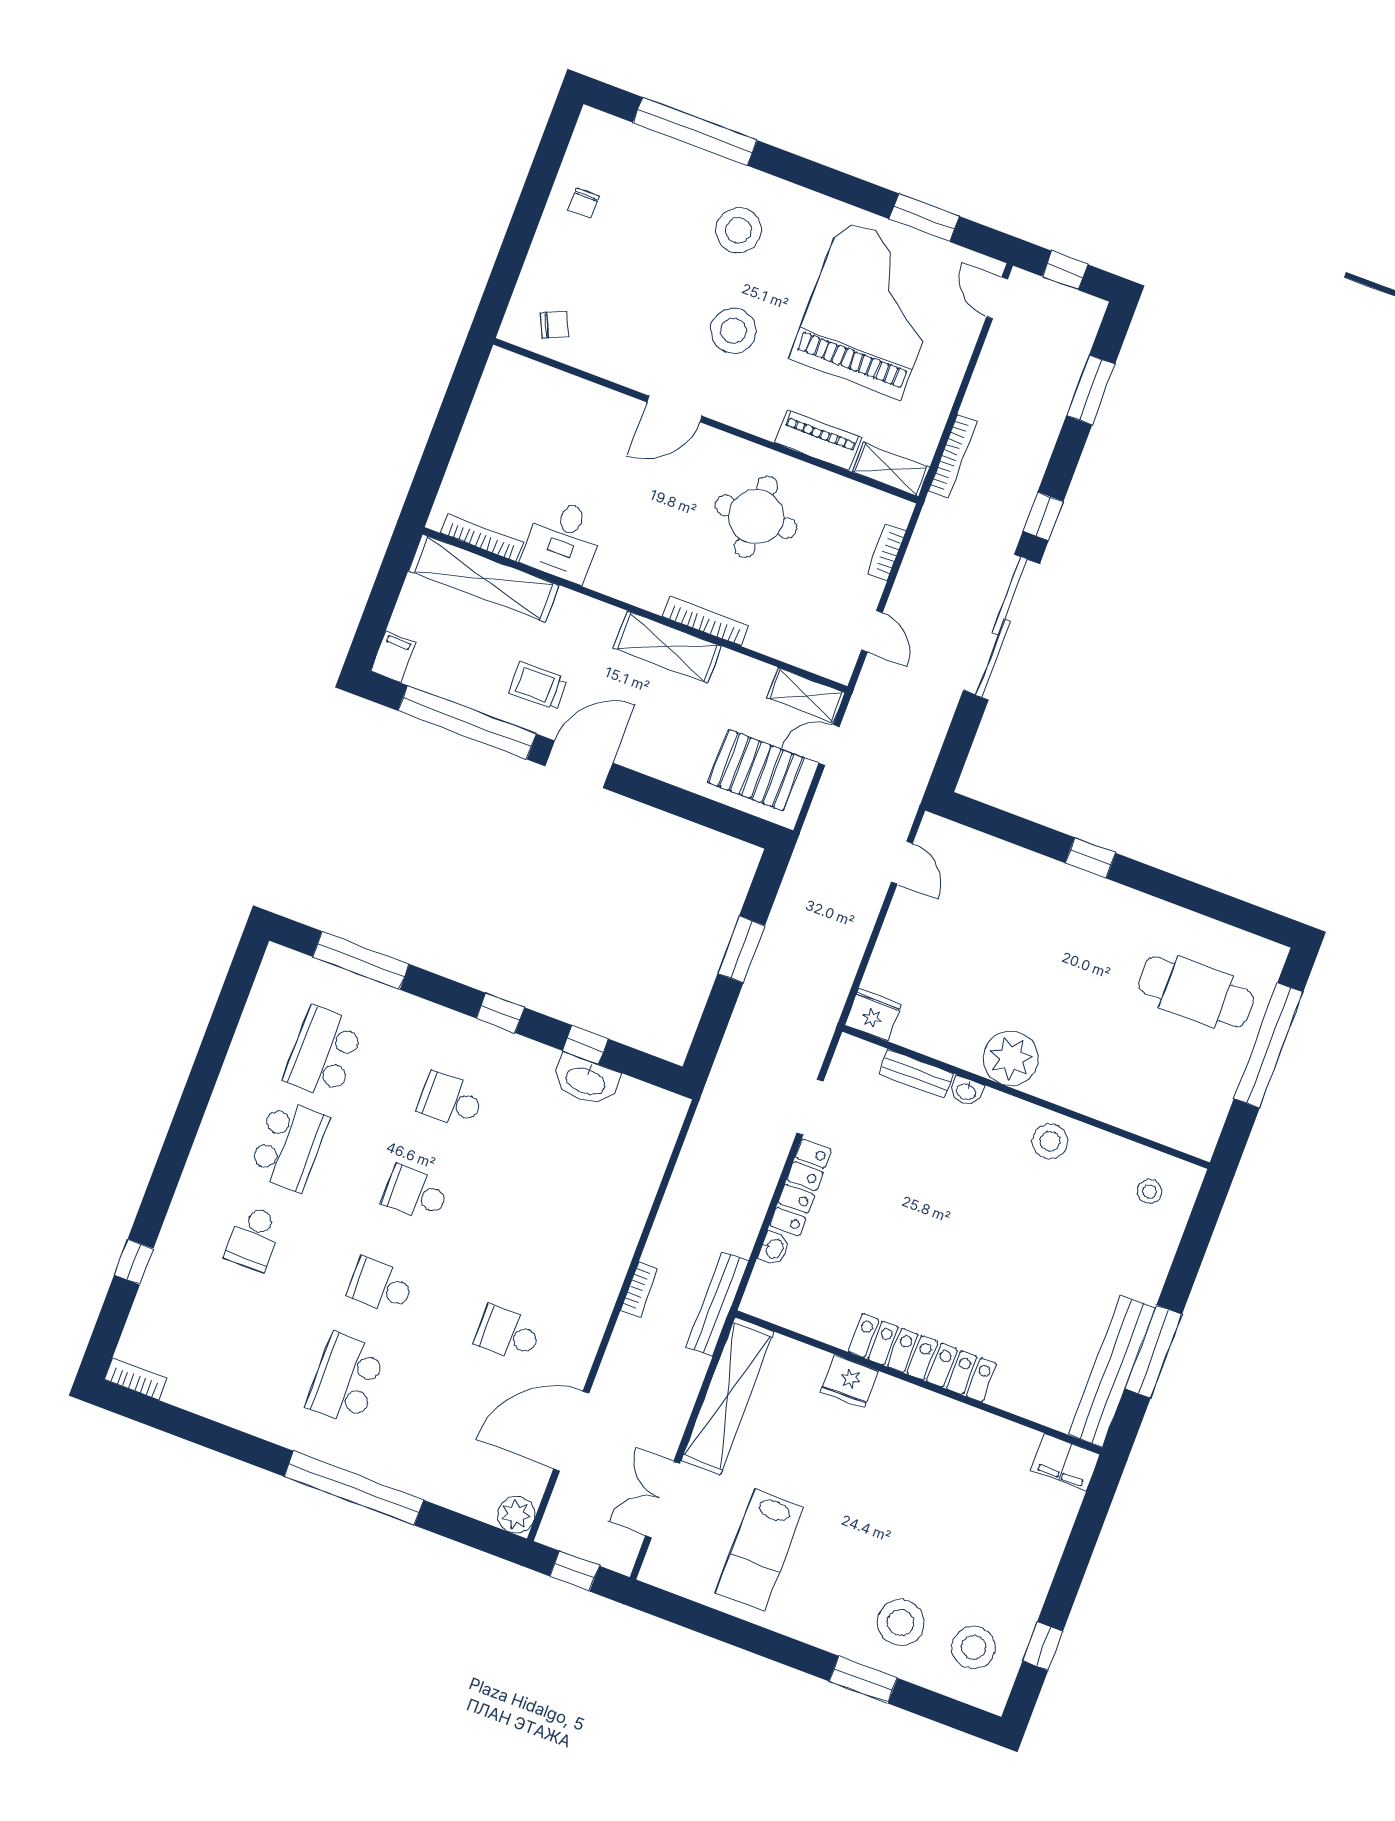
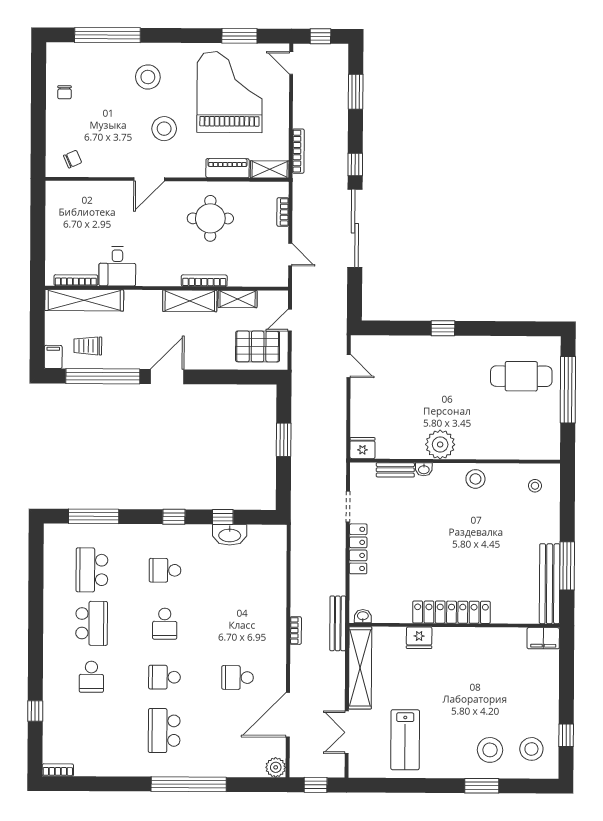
trolley: (538, 686) -> (88, 346), moved
shelving: (806, 695) -> (238, 299), moved
school desk: (416, 1193) -> (165, 624), turned -90
washbasin: (774, 1249) -> (363, 616), moved, turned -90

